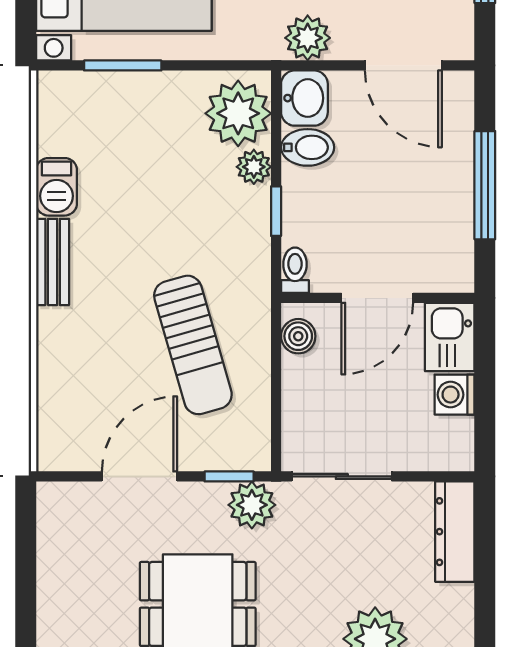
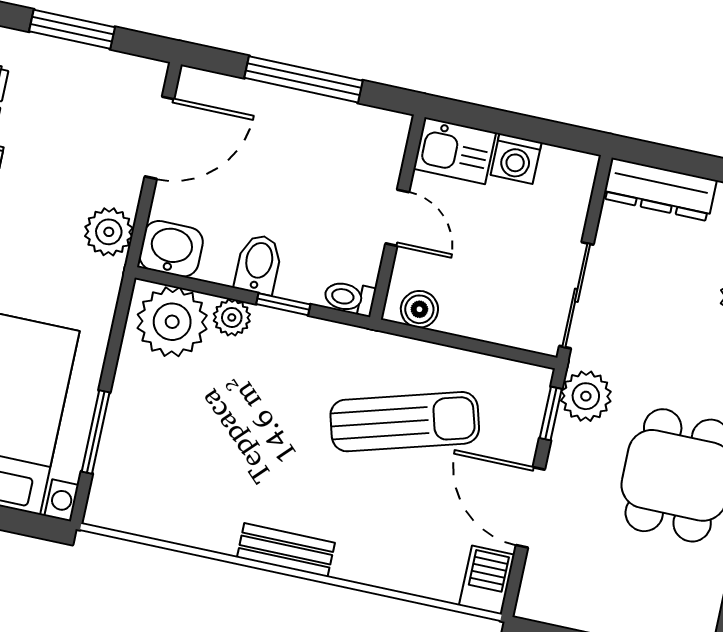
bidet: (308, 147) -> (258, 264), moved
barbecue: (57, 187) -> (487, 580), moved, turned -90
door: (377, 298) -> (397, 218), width x0.73

